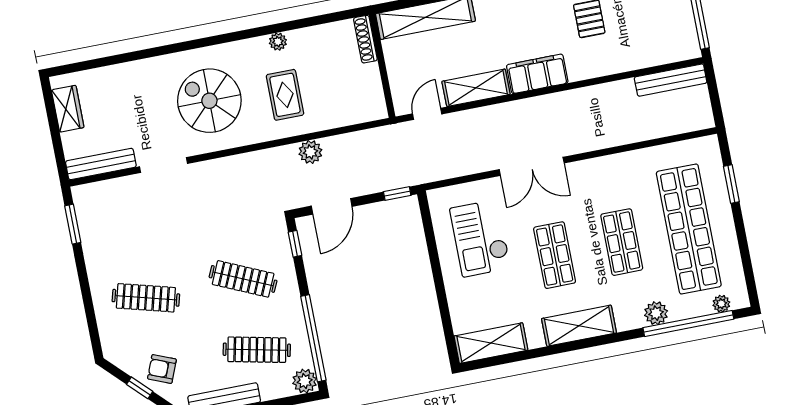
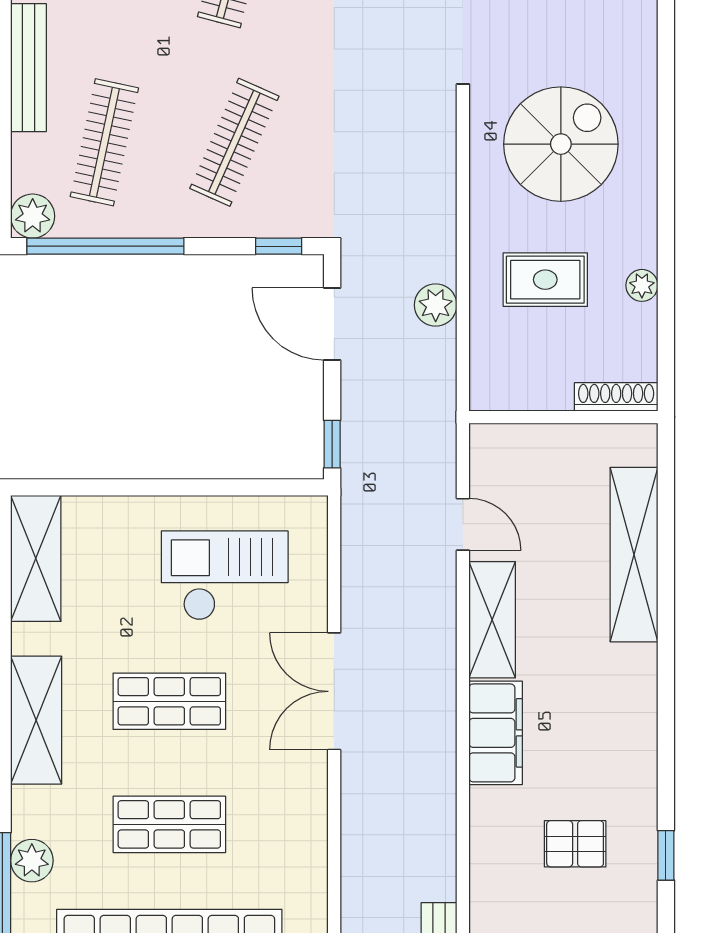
shoe rack: (365, 39) -> (616, 397), moved
wall: (382, 66) -> (563, 417), moved

